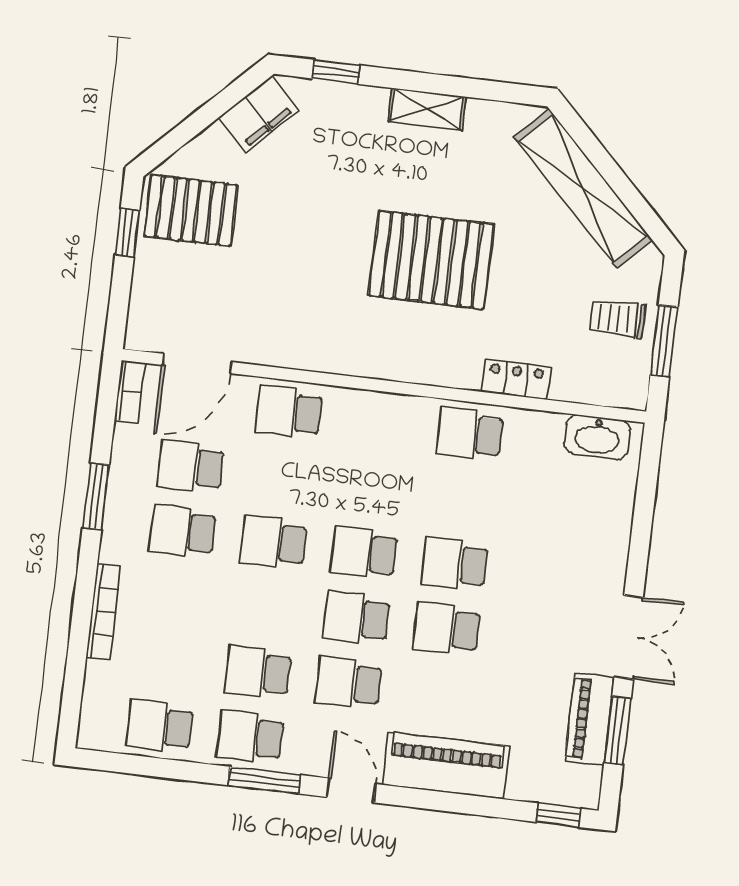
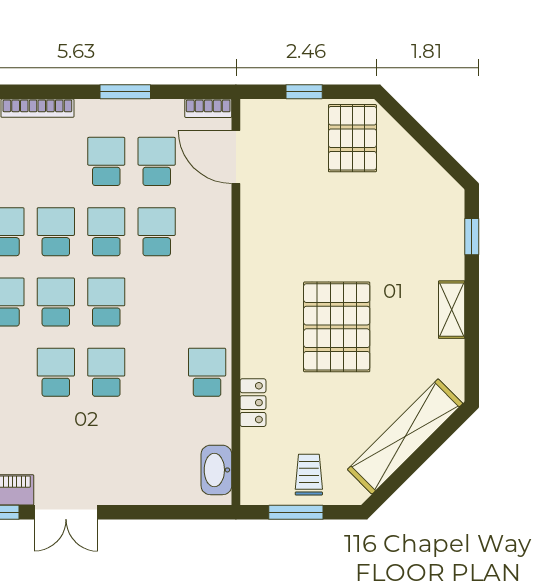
filing cabinet: (259, 114) -> (432, 181), removed
window: (127, 233) -> (304, 92), moved
school desk: (289, 412) -> (157, 232), moved
school desk: (266, 607) -> (56, 232), added

